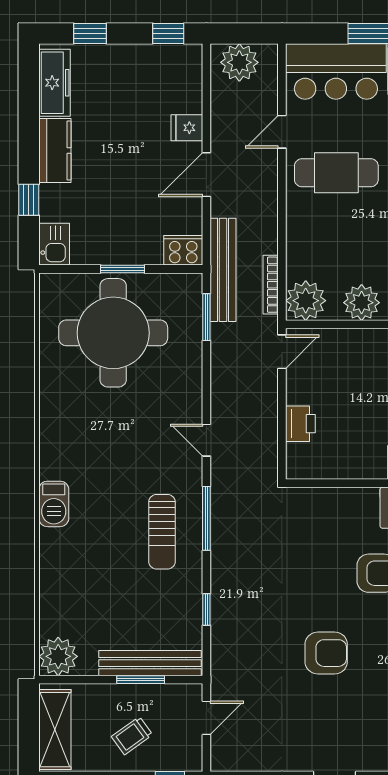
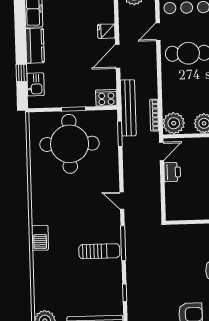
kitchen sink: (54, 244) -> (36, 84), moved
printer: (300, 424) -> (172, 172), moved
sun lounger: (162, 532) -> (99, 251), turned -90

